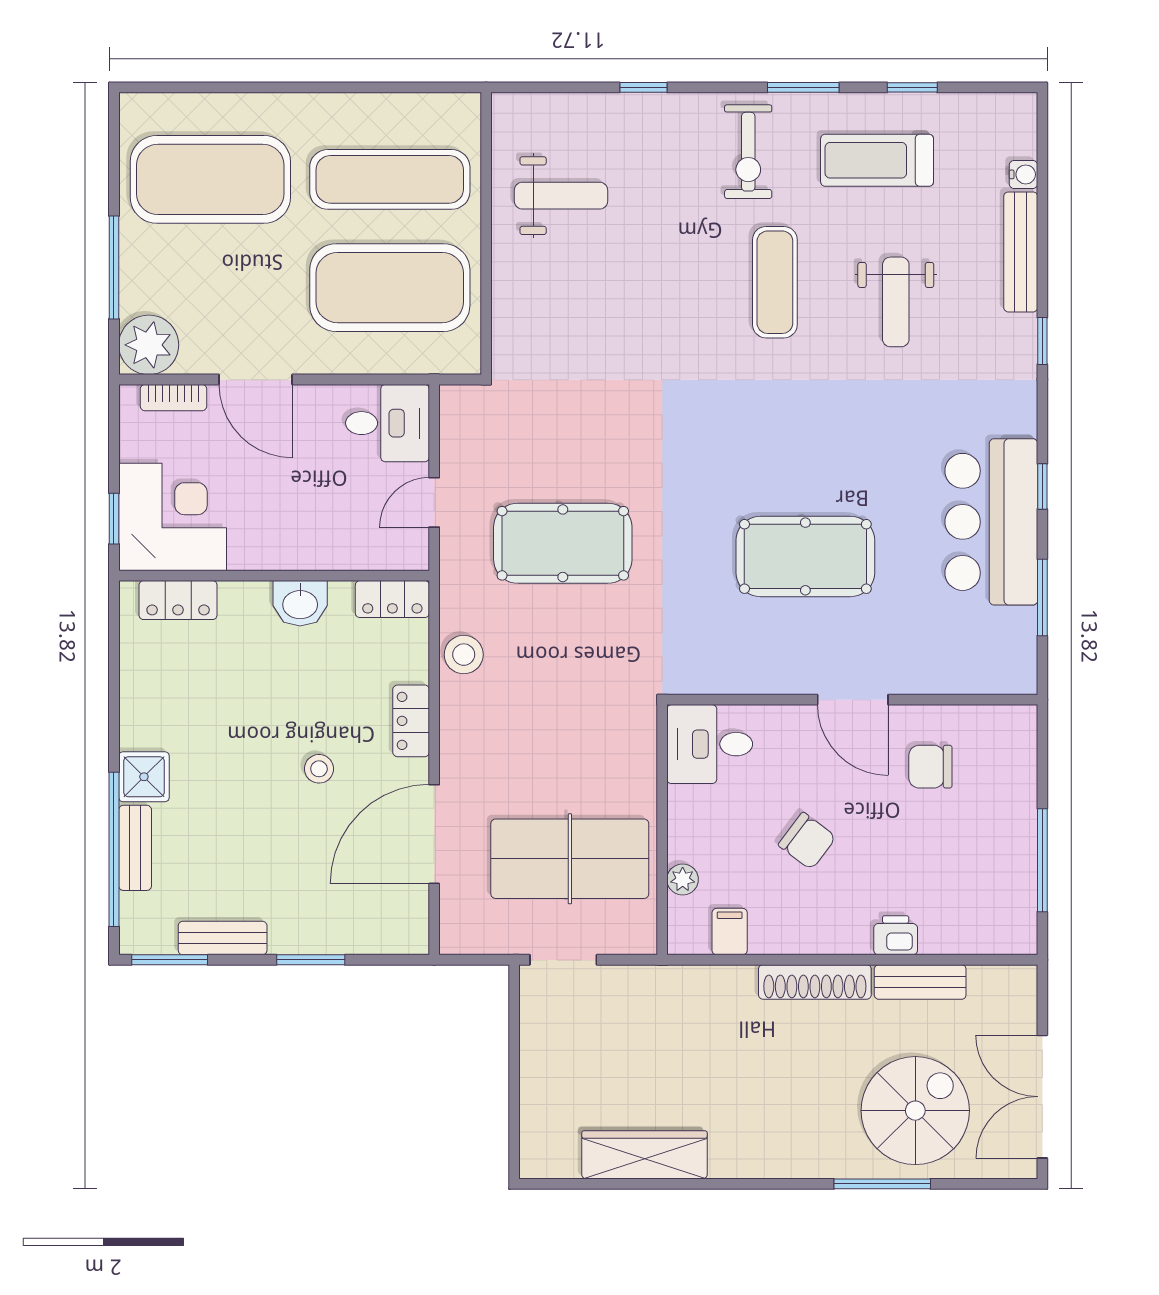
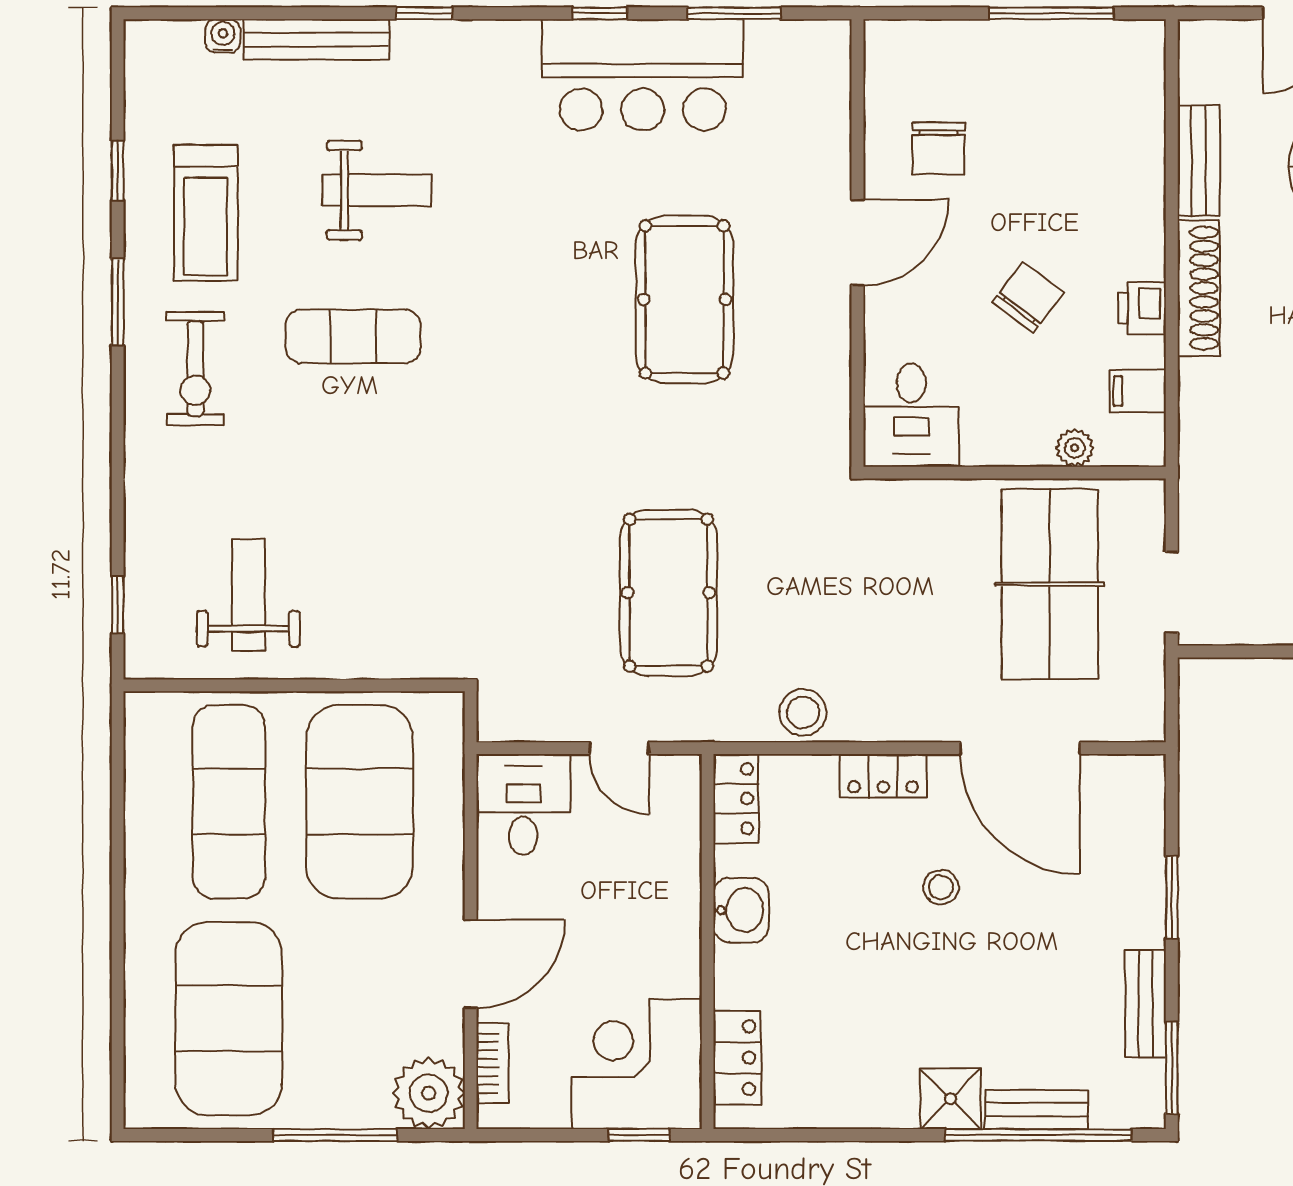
window: (643, 87) -> (118, 605), moved
exercise bike: (748, 152) -> (195, 369), turned 90
printer: (896, 935) -> (1142, 308), moved

